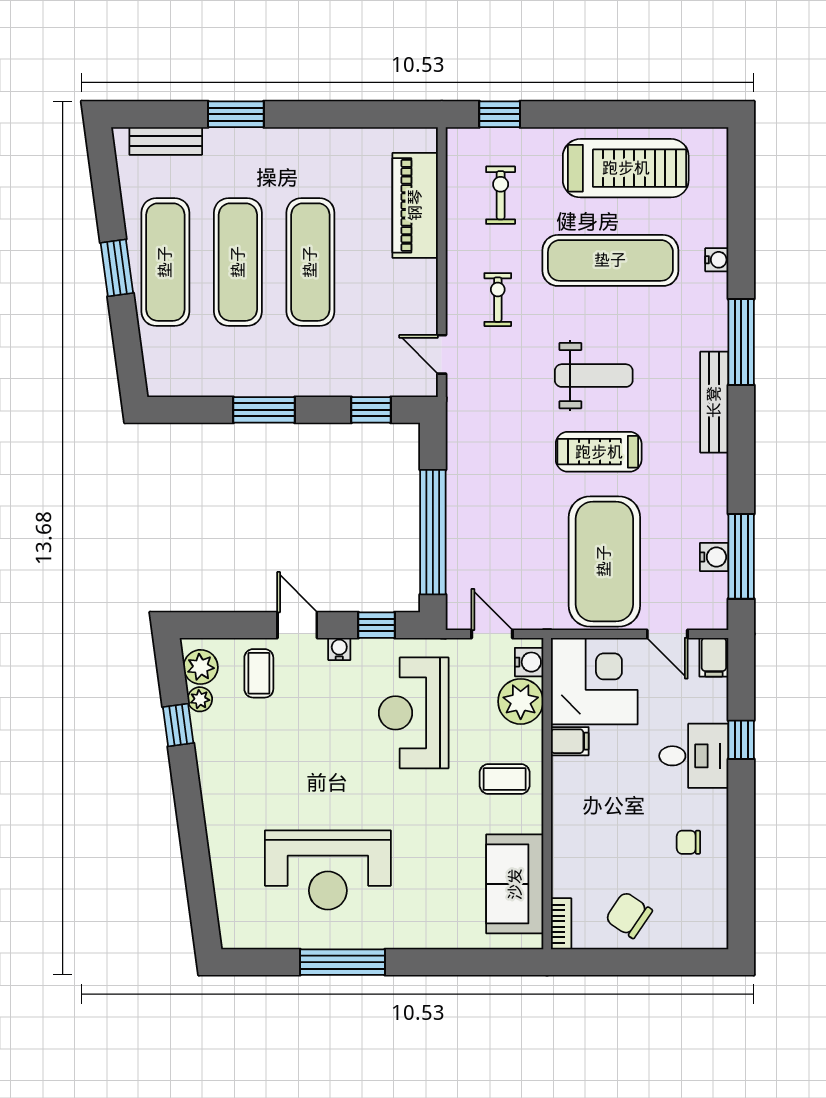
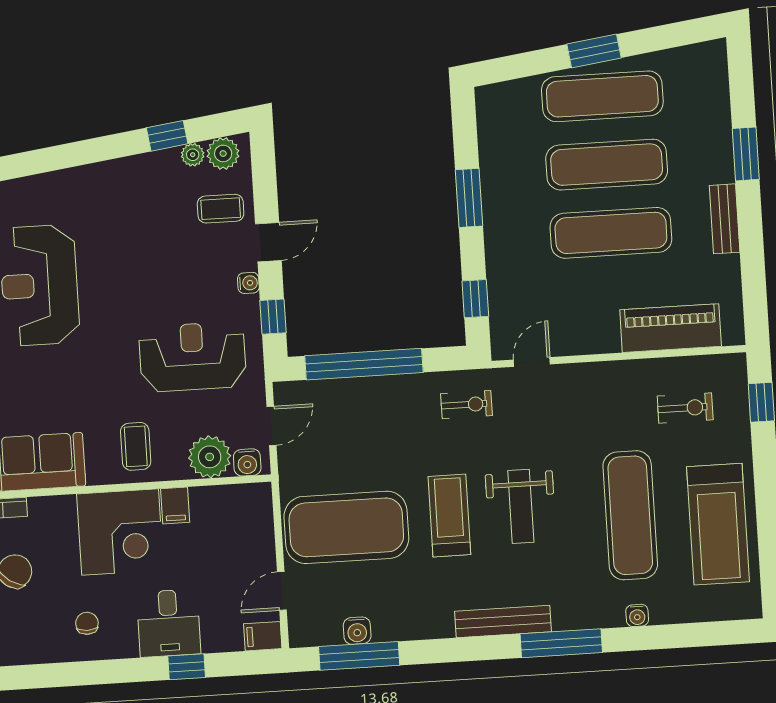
bench: (166, 141) -> (725, 219), moved
exercise bike: (498, 300) -> (467, 405), moved
corner desk: (594, 681) -> (120, 532), moved

